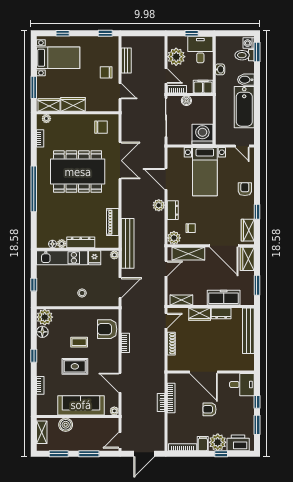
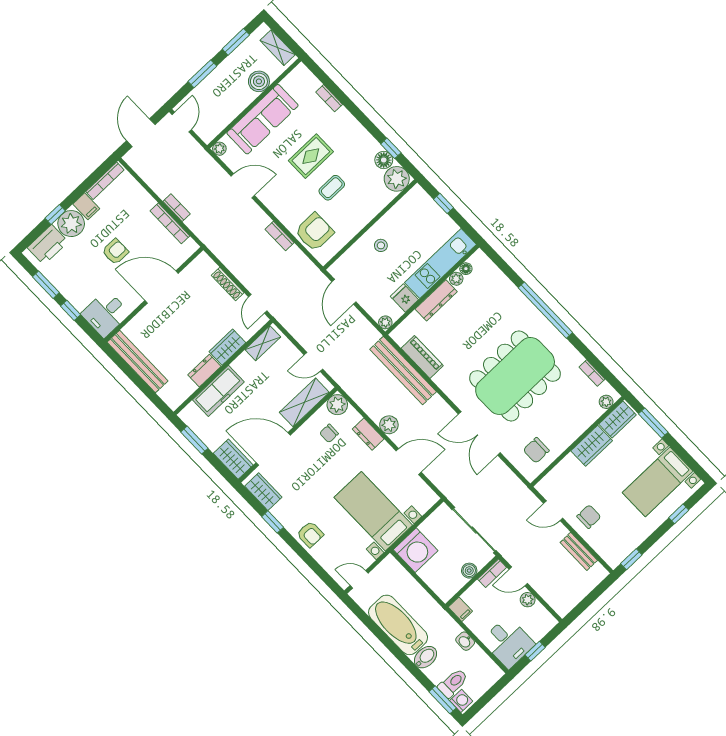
plant: (176, 57) -> (528, 600), width x0.53, depth x0.53
filing cabinet: (203, 87) -> (460, 609), width x0.50
bench: (128, 243) -> (403, 370), moved
door: (166, 269) -> (313, 362), hinge flipped
bench: (248, 331) -> (138, 362), moved
window: (34, 356) -> (391, 148), moved

